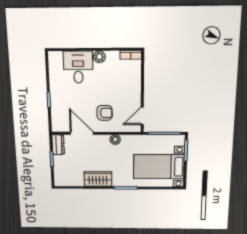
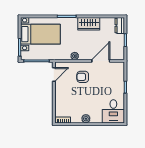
desk: (78, 67) -> (113, 111), moved
door: (82, 133) -> (101, 61), swing flipped
dresser: (58, 145) -> (120, 25), moved

